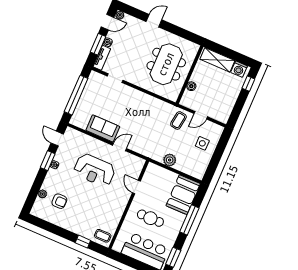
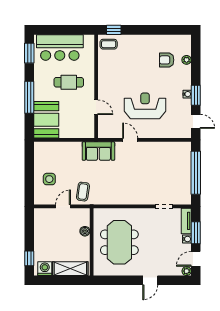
sofa: (103, 128) -> (98, 151), moved
door: (120, 147) -> (130, 140), swing flipped
plant: (170, 160) -> (75, 148), removed
window: (83, 242) -> (114, 30), moved

